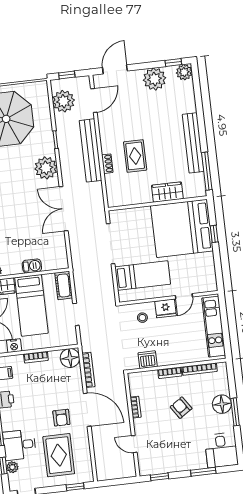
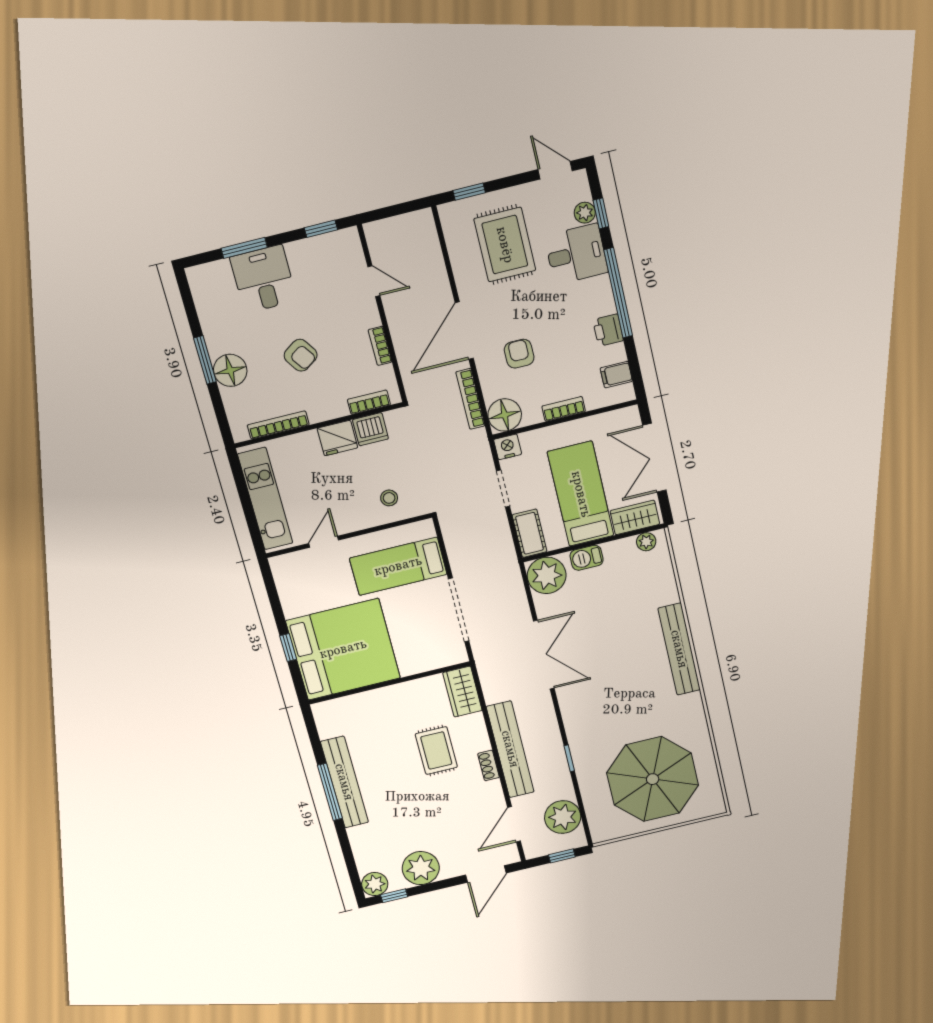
shoe rack: (107, 164) -> (489, 766), moved
plant: (46, 168) -> (547, 575), moved
window: (207, 171) -> (330, 792), moved
wardrobe: (167, 192) -> (462, 692), moved, turned 90
fridge: (166, 308) -> (337, 438), moved, turned 180
nightstand: (14, 346) -> (508, 447), moved
bookcase: (170, 373) -> (369, 402), moved
door: (87, 410) -> (464, 331), hinge flipped
armchair: (61, 418) -> (519, 354), moved
desk: (221, 450) -> (263, 279), moved

